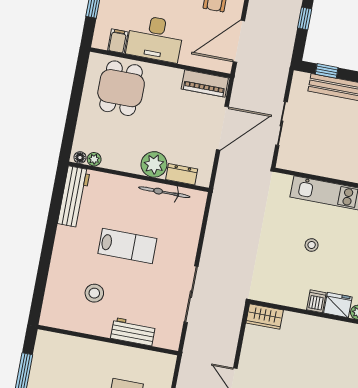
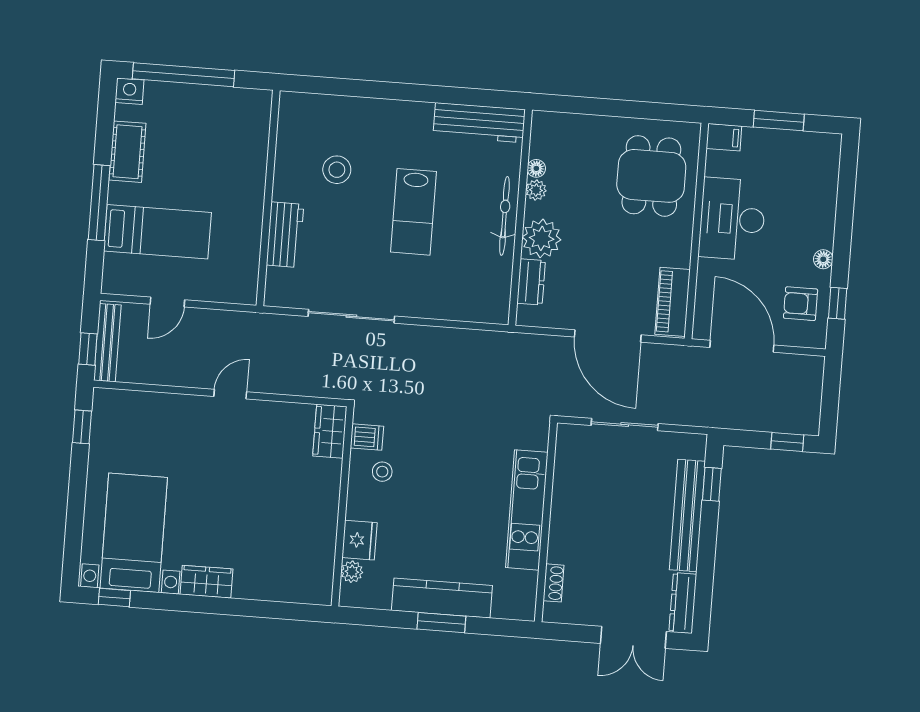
filing cabinet: (118, 41) -> (724, 137), moved
dining table: (121, 88) -> (651, 176), turned 90
floor lamp: (80, 157) -> (536, 168), moved
plant: (94, 159) -> (536, 190), moved
bicycle: (164, 192) -> (504, 216), moved
stool: (312, 245) -> (382, 472), moved
dishwasher: (316, 301) -> (367, 437), moved

